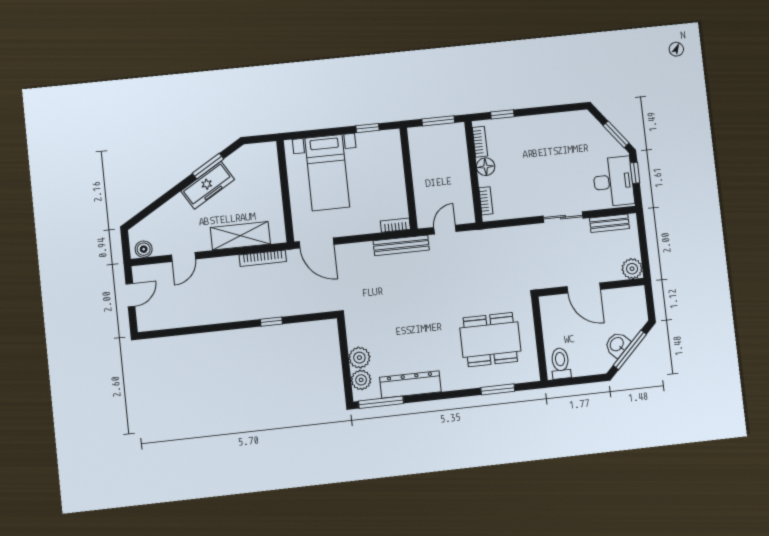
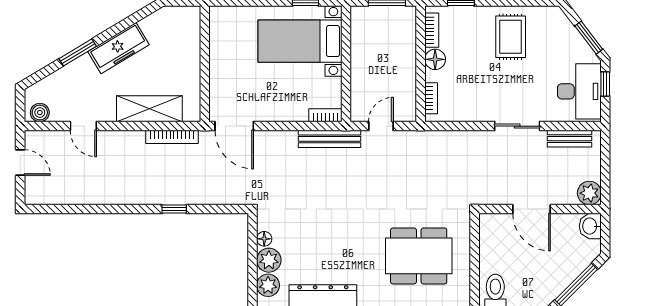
rug: (549, 140) -> (511, 37), added
window: (208, 166) -> (78, 52), moved
bed with nightstands: (327, 173) -> (300, 41), moved, turned 90
door: (183, 257) -> (83, 126), hinge flipped
door: (130, 295) -> (20, 163), hinge flipped
floor lamp: (353, 339) -> (264, 239), added
washbasin: (617, 344) -> (590, 226), moved, turned -45

